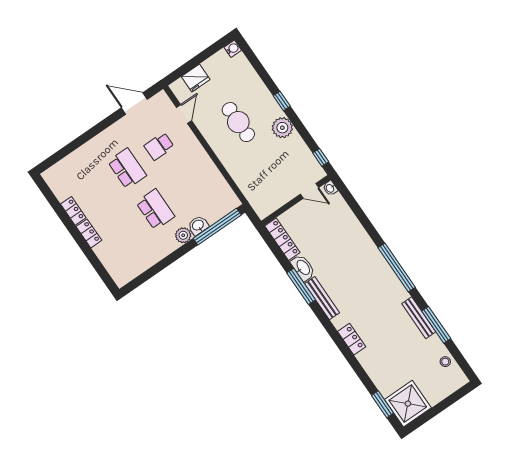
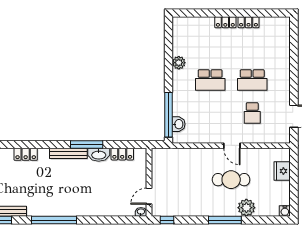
window: (282, 101) -> (225, 220), width x2.17
door: (184, 114) -> (232, 146), moved
plant: (282, 128) -> (246, 208), moved
school desk: (159, 146) -> (252, 113), turned 180
washbasin: (198, 225) -> (178, 124), moved
plant: (183, 235) -> (179, 63), moved
locker: (282, 239) -> (122, 154), width x0.66

